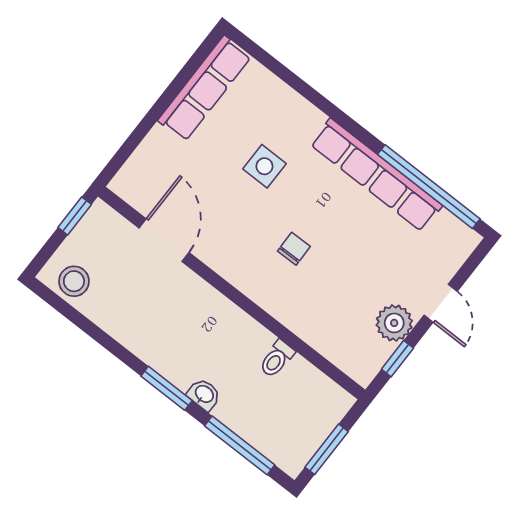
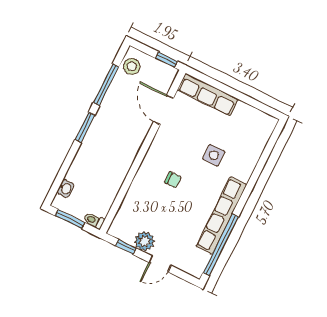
row of seats: (205, 88) -> (208, 95), moved
door: (164, 240) -> (163, 110), swing flipped
toilet: (277, 359) -> (94, 221), moved
washbasin: (204, 394) -> (66, 188), moved
window: (240, 445) -> (106, 85), moved

